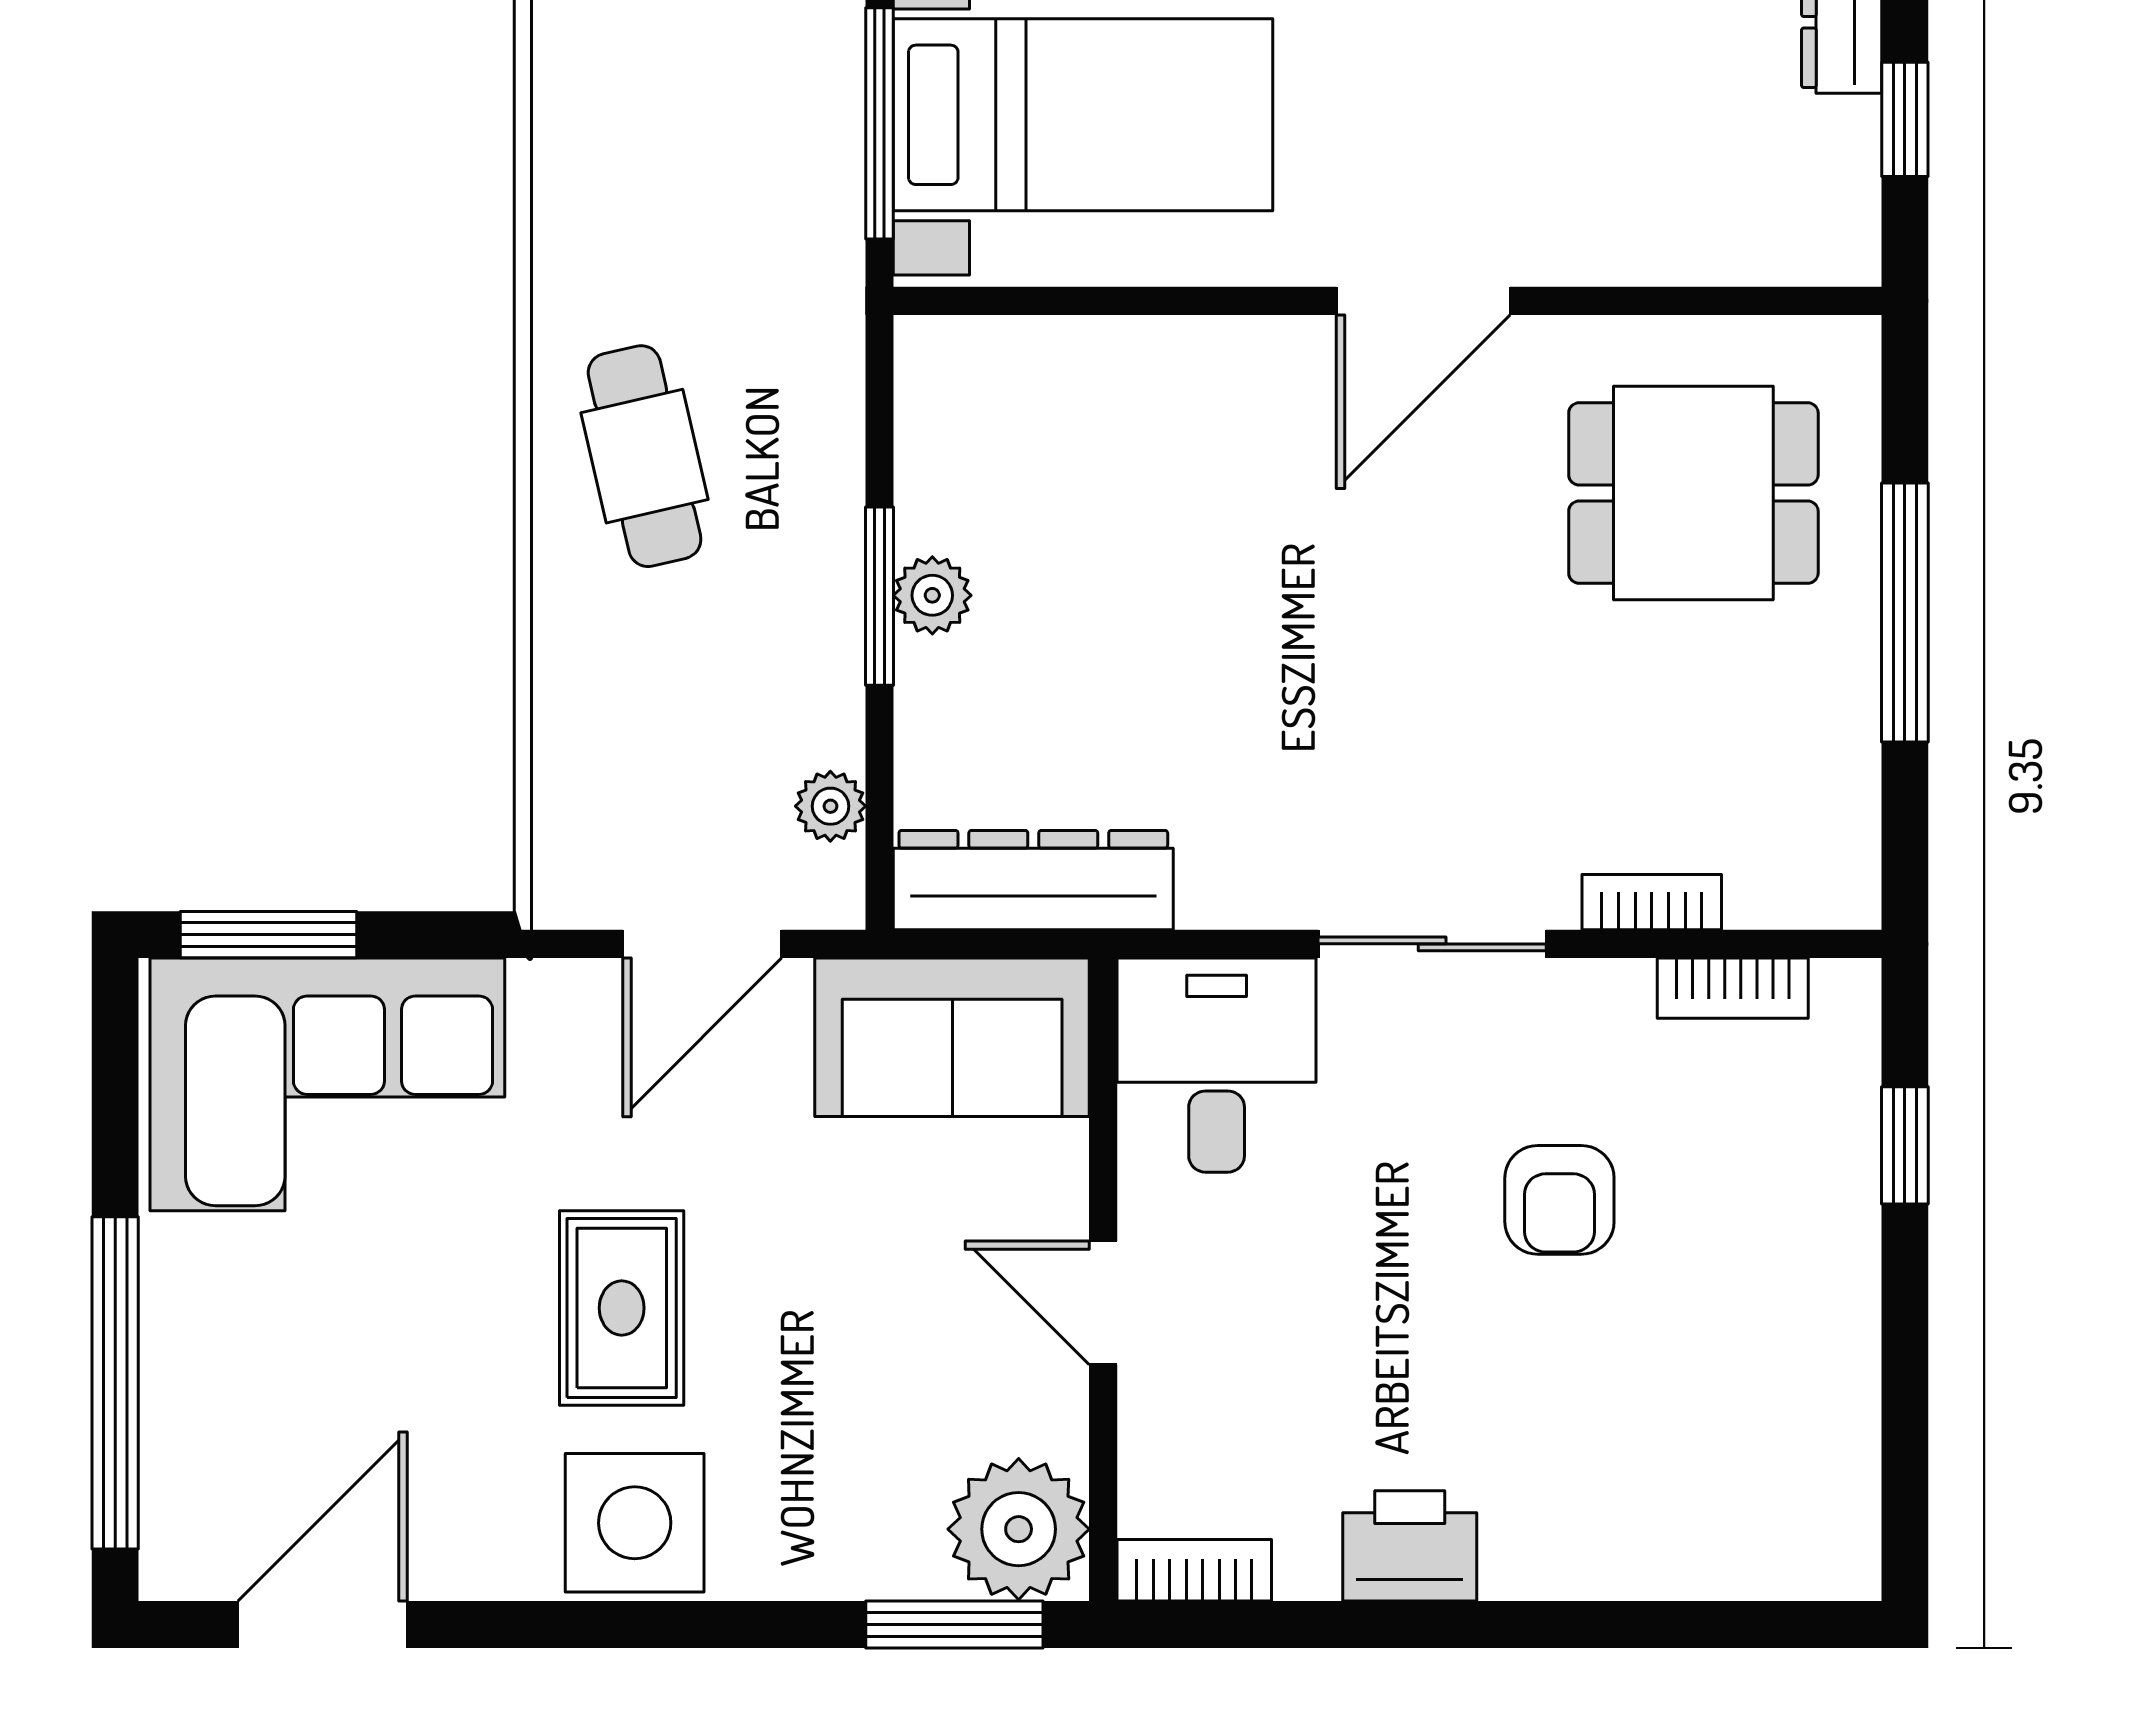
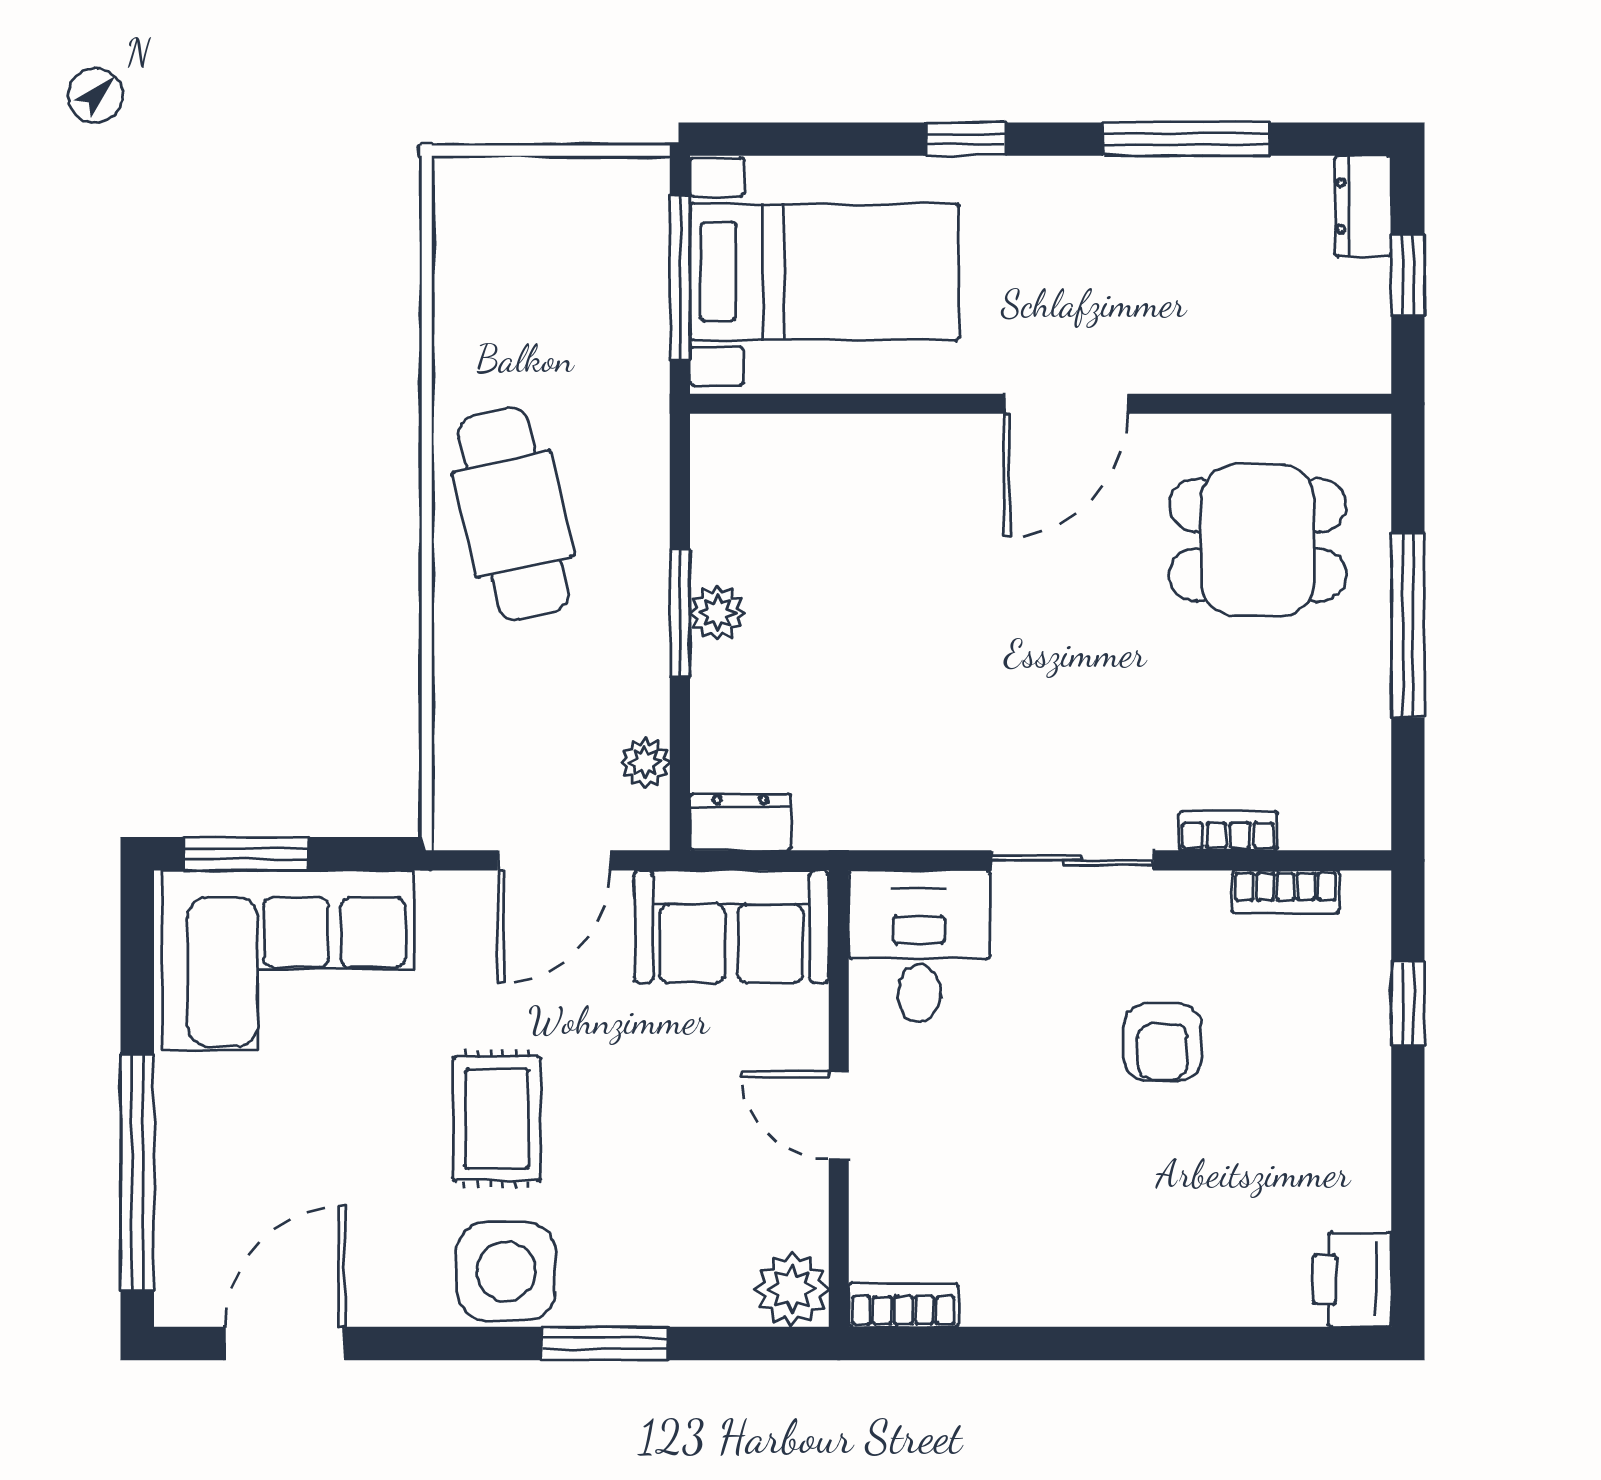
cafe table: (645, 456) -> (513, 514), width x1.37, depth x1.35
dresser: (1033, 880) -> (740, 822), width x0.51, depth x0.80
plant: (1019, 1529) -> (792, 1289), width x0.73, depth x0.73
printer: (1410, 1546) -> (1352, 1279), moved, turned -90
window: (954, 1624) -> (605, 1343), moved

